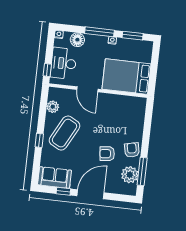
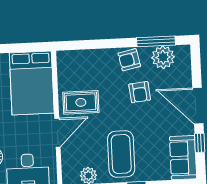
rug: (107, 110) -> (81, 102), added
coffee table: (64, 133) -> (121, 154), turned 62

